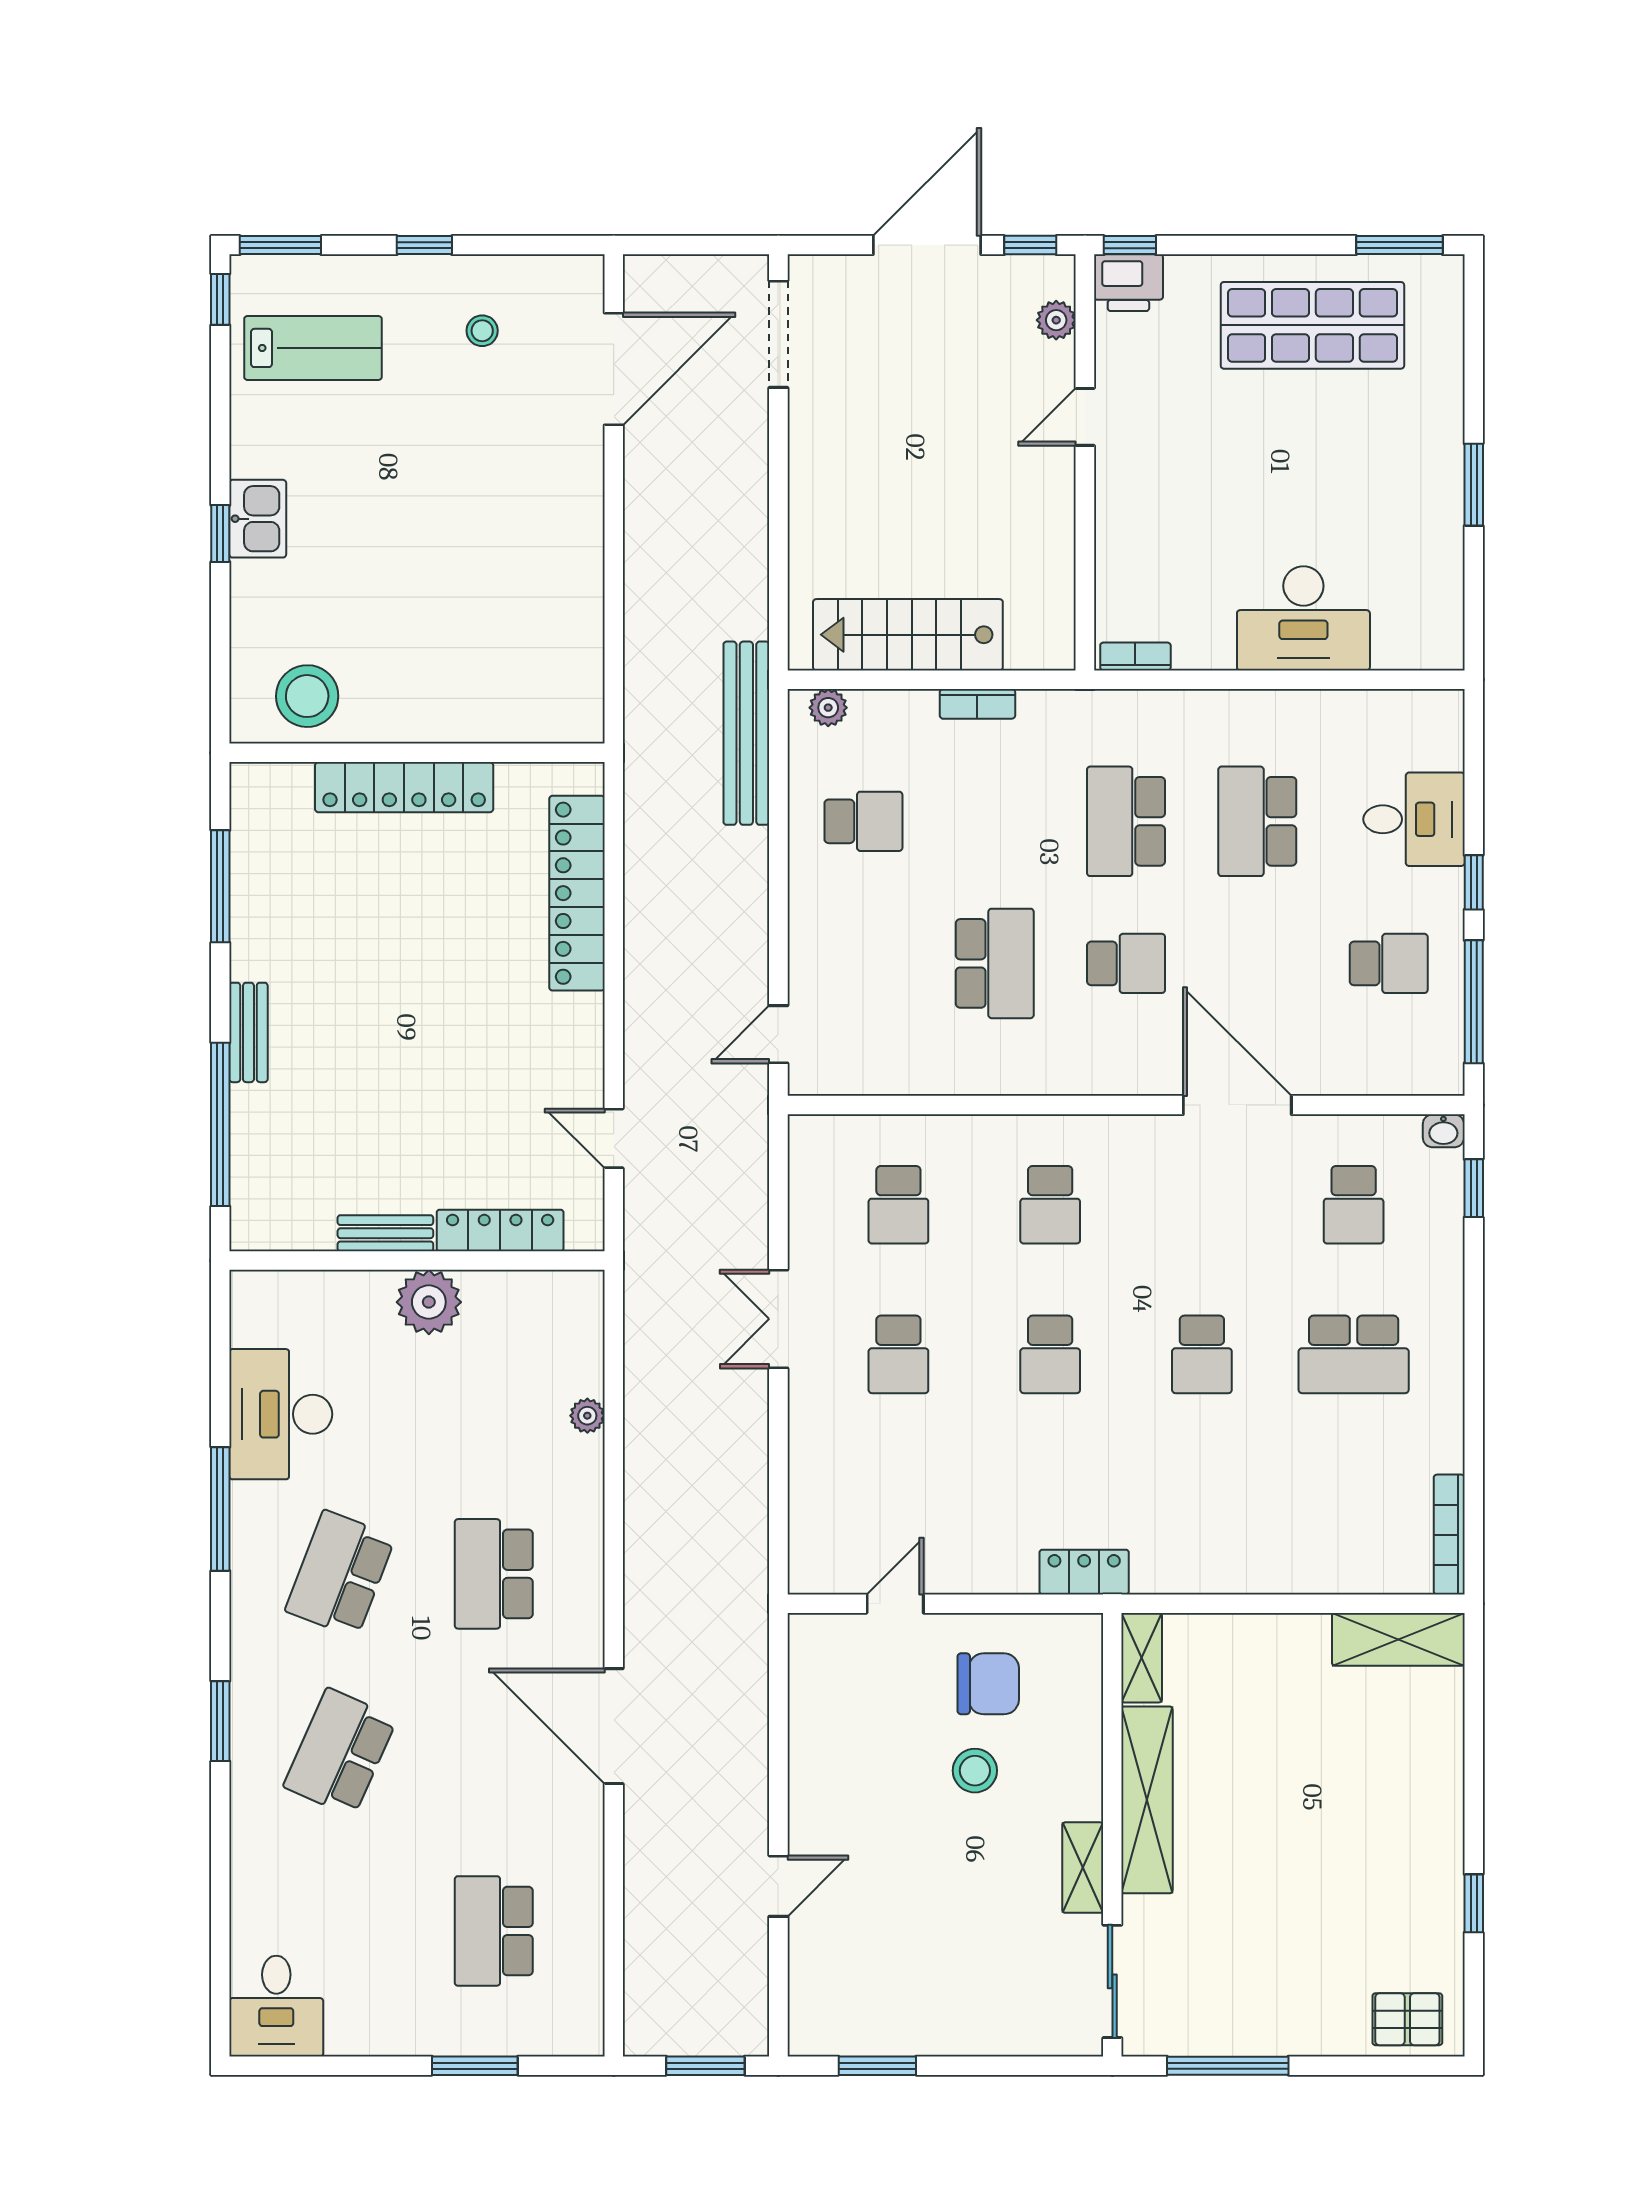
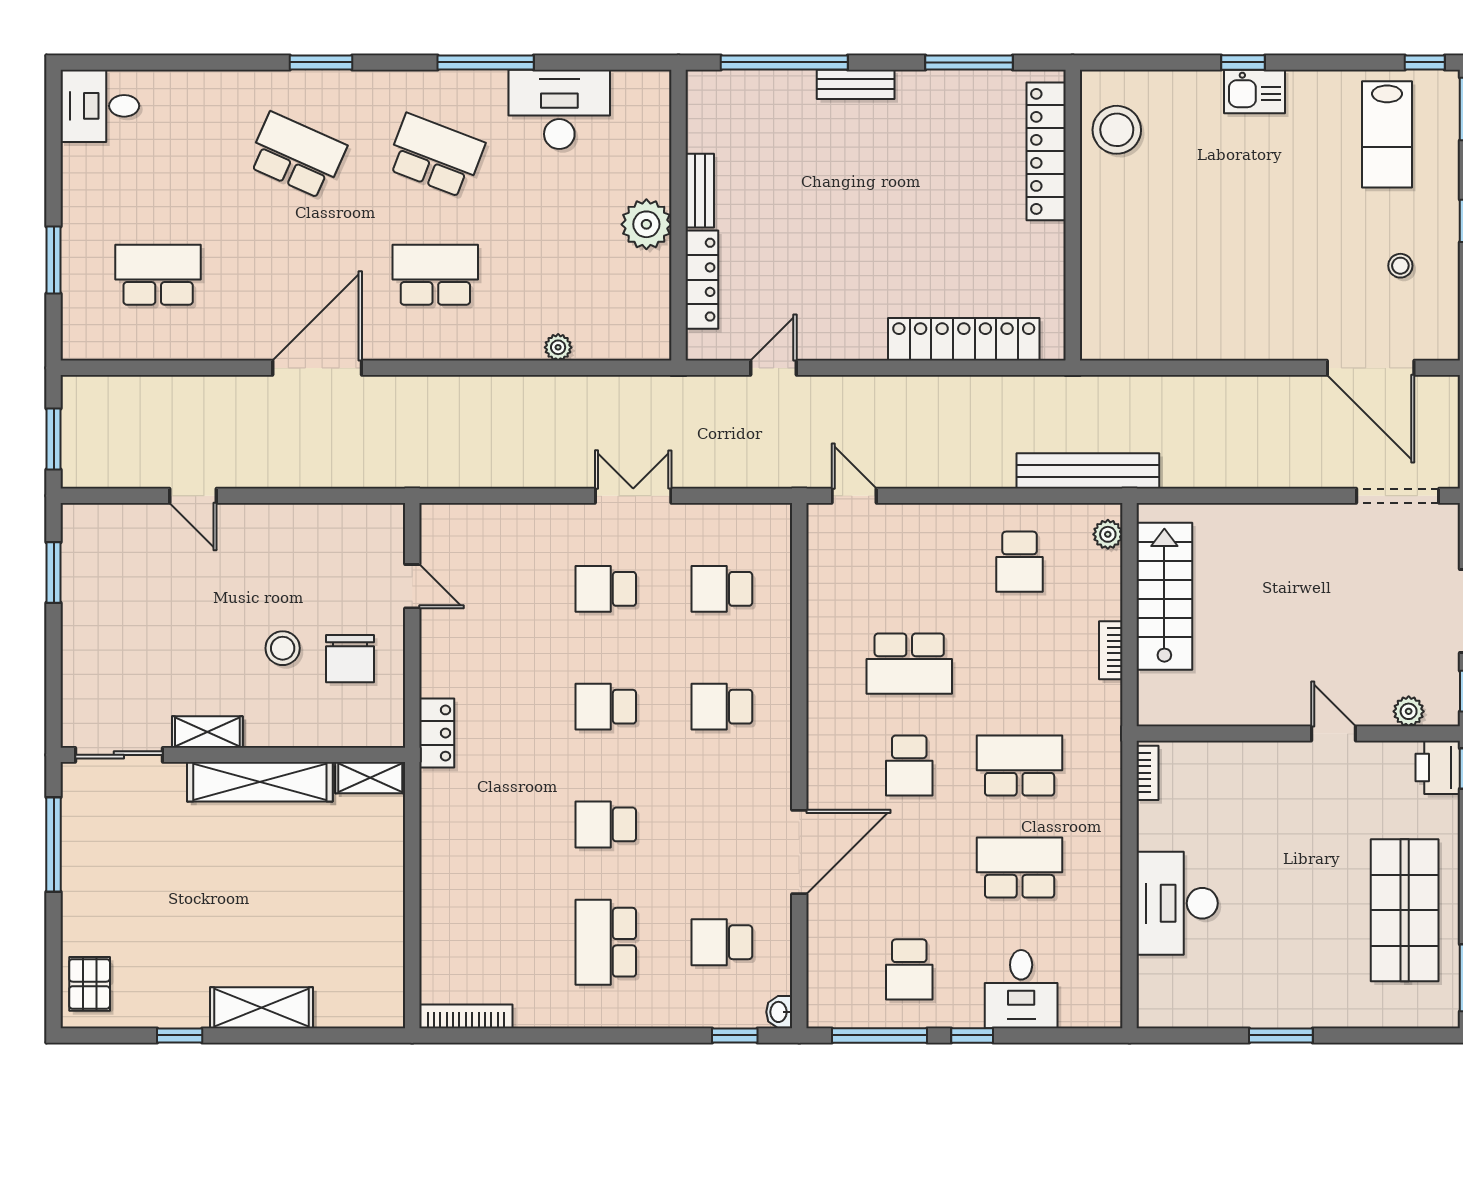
locker: (404, 787) -> (1046, 151), moved
shelving: (1398, 1639) -> (262, 1008), moved, turned 90

